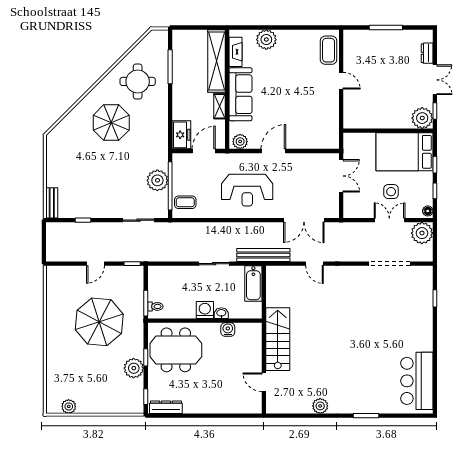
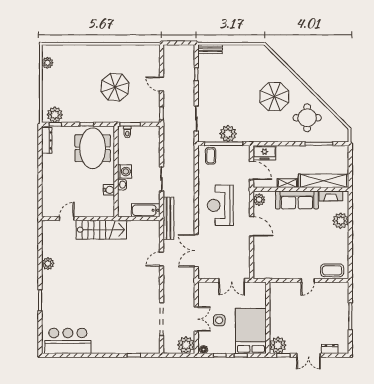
parasol: (99, 322) -> (115, 87), width x0.73, depth x0.73
plant: (134, 368) -> (55, 115), moved

